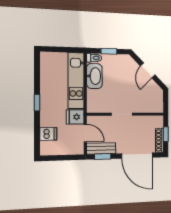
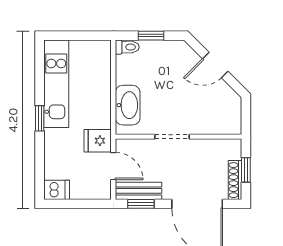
door: (148, 70) -> (215, 65), hinge flipped
washbasin: (94, 76) -> (128, 105), moved
kitchen unit: (76, 81) -> (56, 84), moved, turned 180
dishwasher: (48, 134) -> (57, 190), moved

